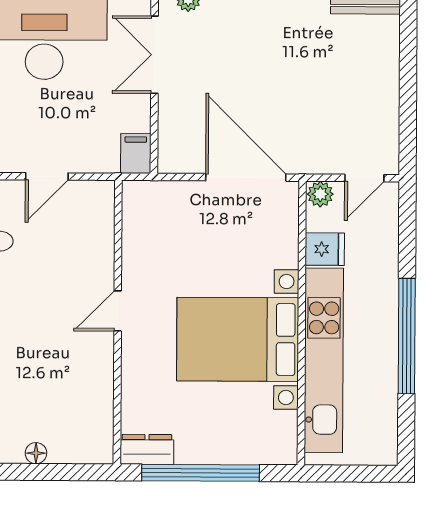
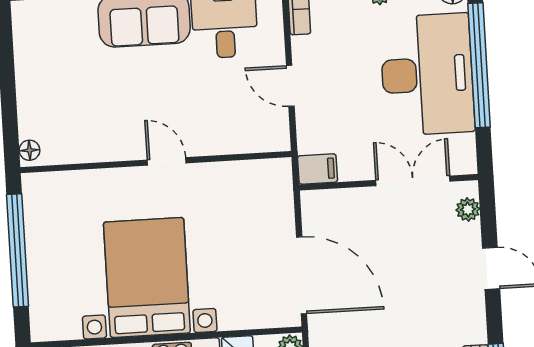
door: (246, 177) -> (302, 275), hinge flipped
dresser: (147, 449) -> (36, 198), removed
floor lamp: (36, 453) -> (29, 150), moved

